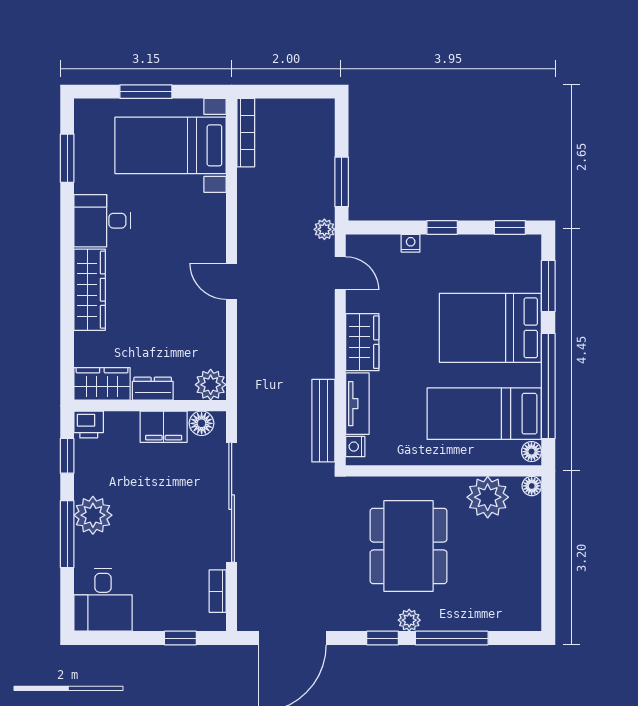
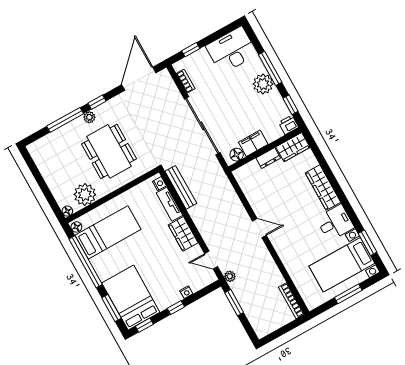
bed with nightstands: (171, 145) -> (342, 265), moved, turned 180
bed: (490, 328) -> (131, 298), moved, turned -90
plant: (211, 385) -> (242, 175), removed
desk: (103, 600) -> (231, 50), width x1.37

